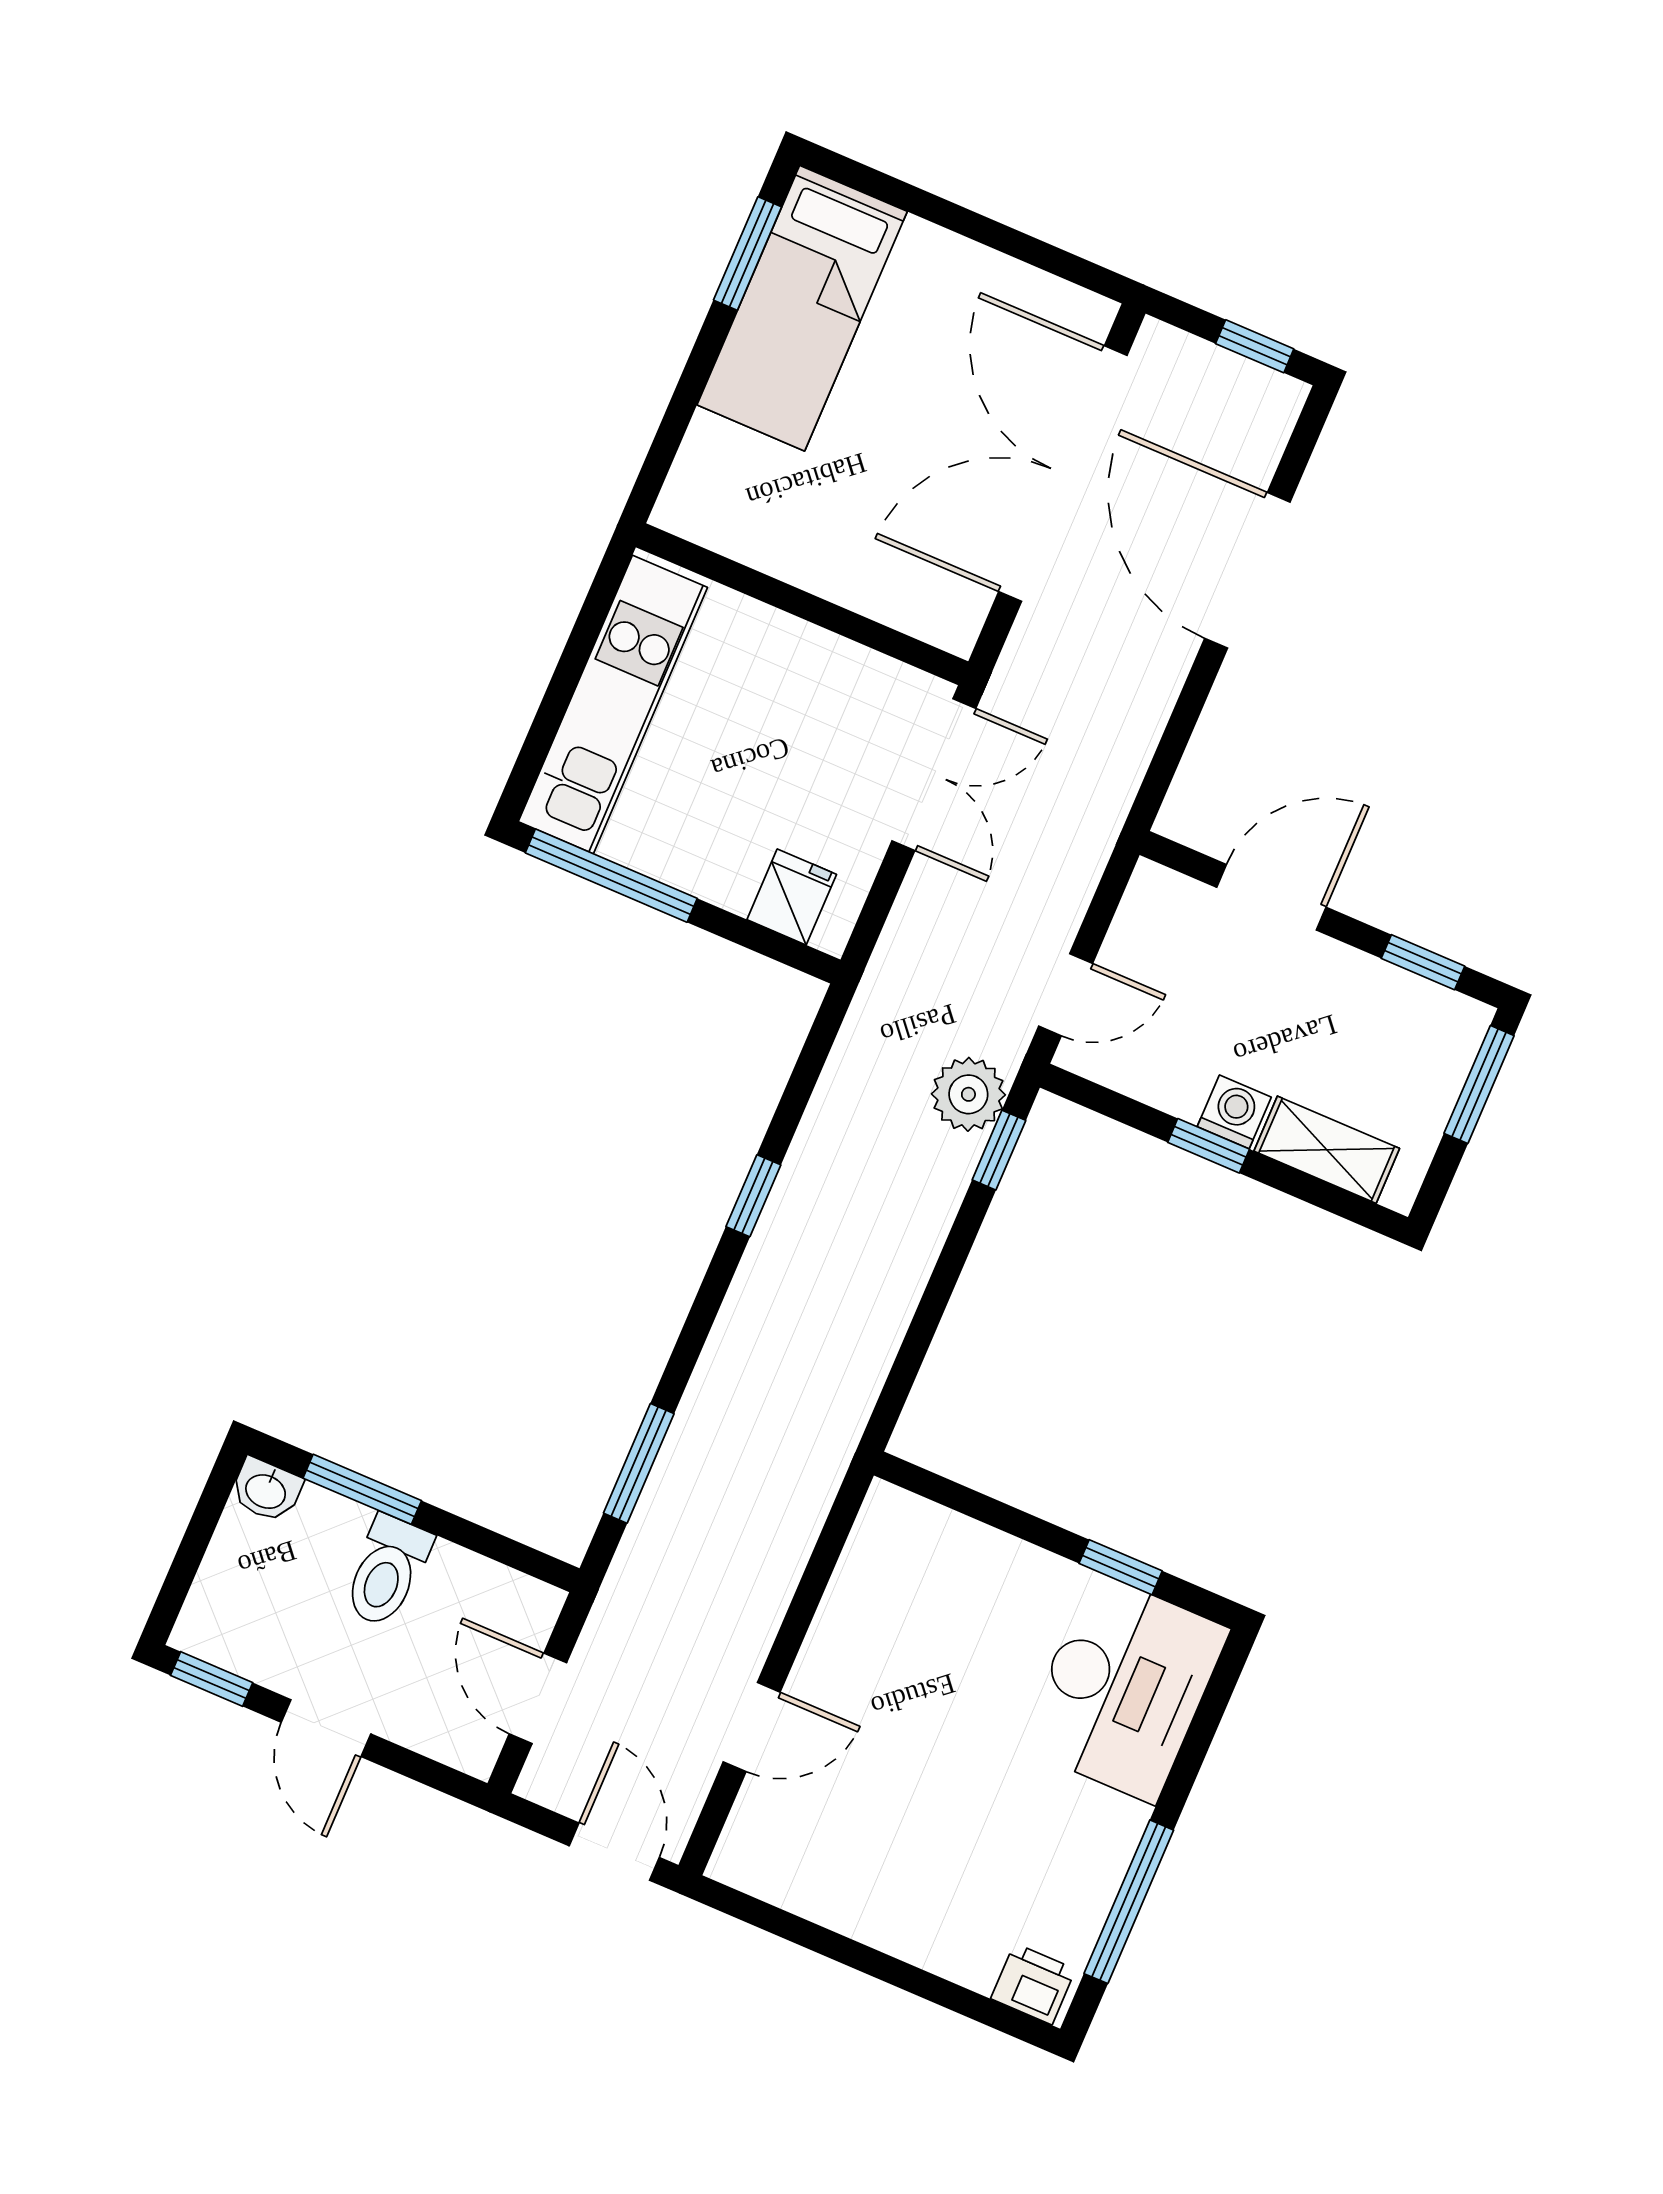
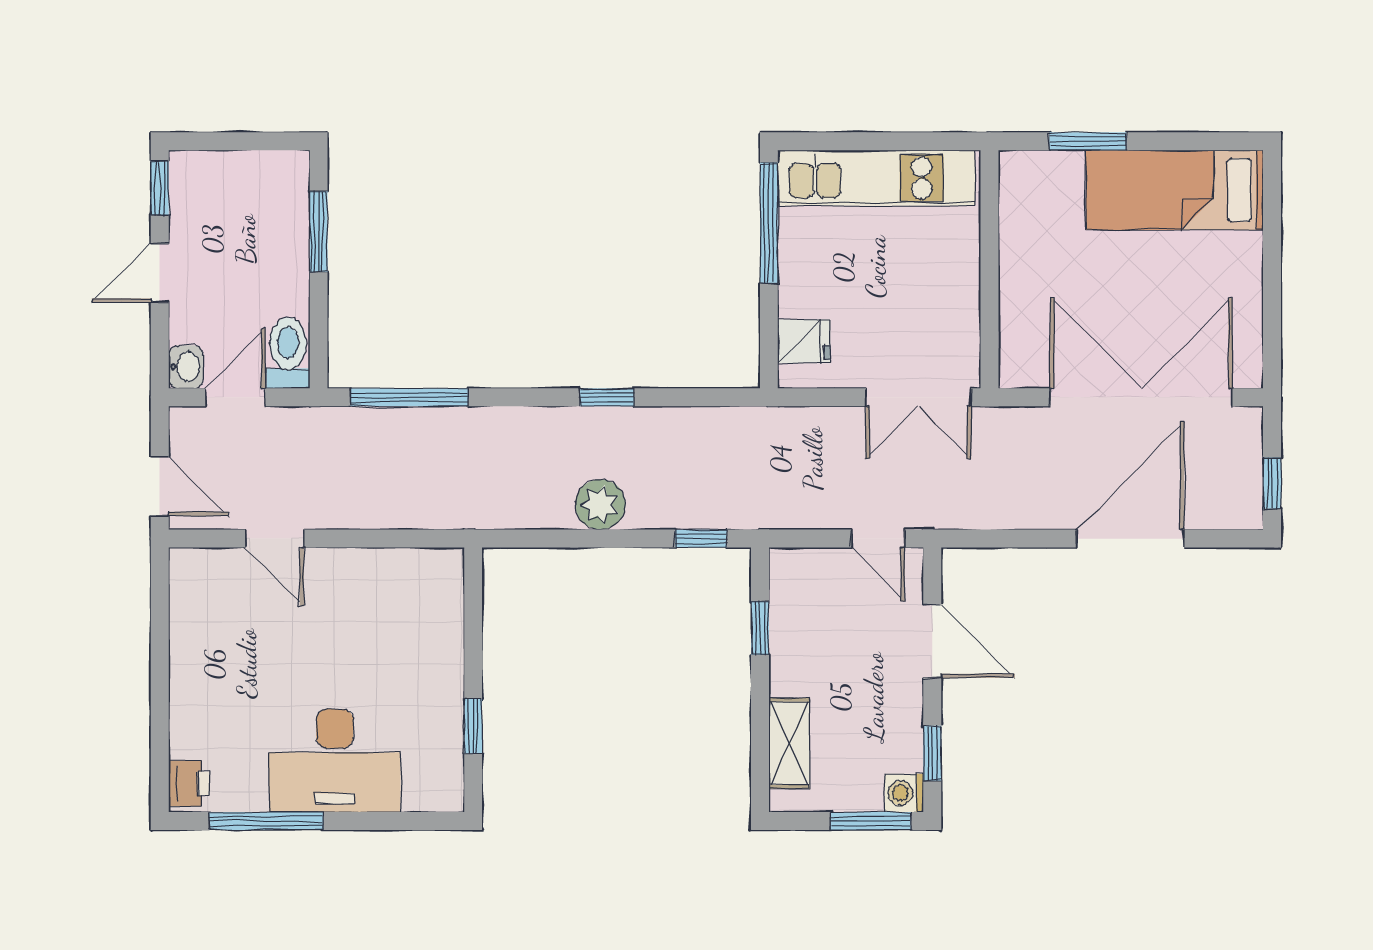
window: (748, 254) -> (1088, 141), moved
door: (1066, 995) -> (878, 539), moved
plant: (968, 1094) -> (600, 505), moved
washing machine: (1234, 1112) -> (904, 793), moved, turned 180
window: (1209, 1146) -> (760, 628), moved
window: (639, 1463) -> (409, 397), width x1.44
washbasin: (266, 1490) -> (186, 367), moved, turned 180
toilet: (387, 1571) -> (288, 353), moved, turned 90
desk: (1124, 1688) -> (335, 761), moved
door: (614, 1852) -> (160, 486), hinge flipped

